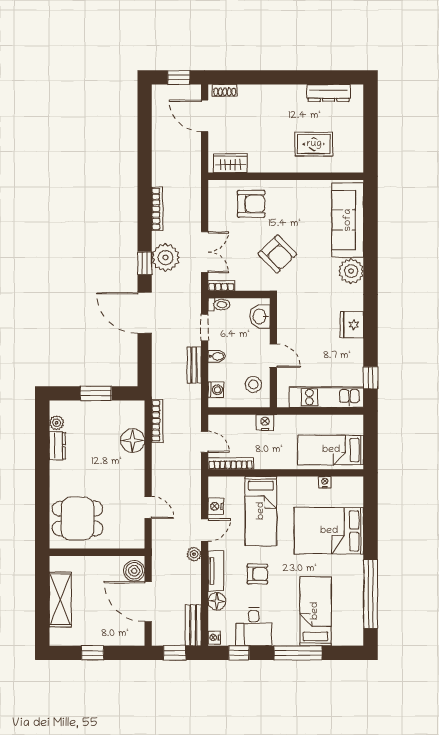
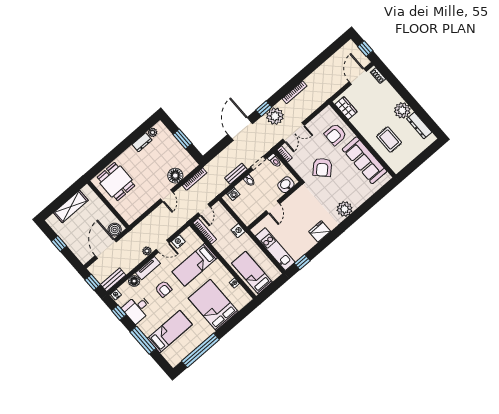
plant: (292, 98) -> (402, 110), added
armchair: (251, 204) -> (335, 134), turned 90
sofa: (348, 220) -> (365, 160), moved, turned -90
stool: (253, 384) -> (251, 209), removed
door: (148, 507) -> (167, 196), moved

